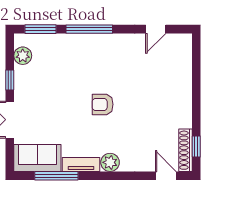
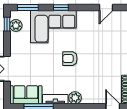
window: (89, 29) -> (61, 7), width x0.46
corner sofa: (78, 57) -> (53, 27), added
window: (10, 80) -> (7, 24), moved

